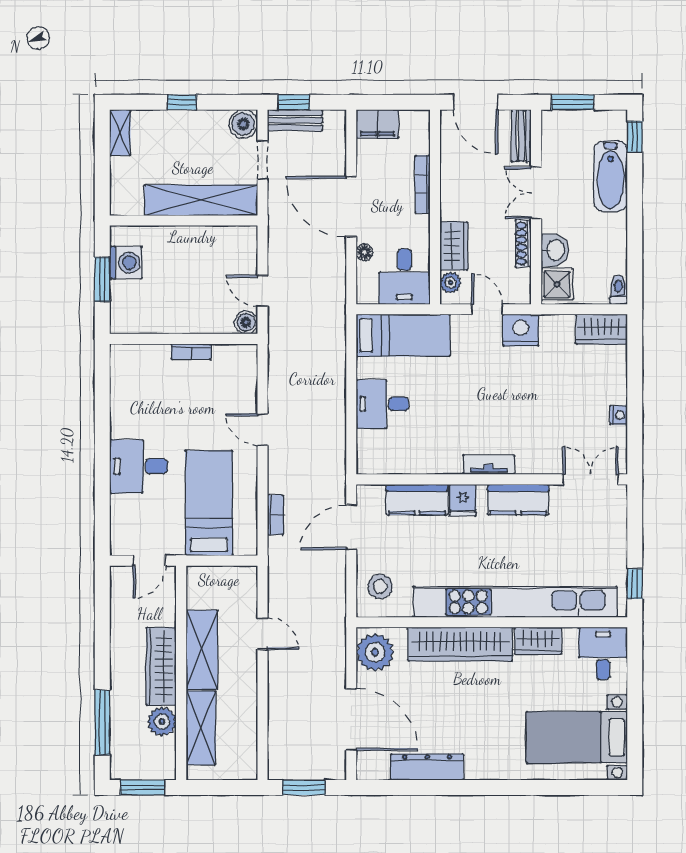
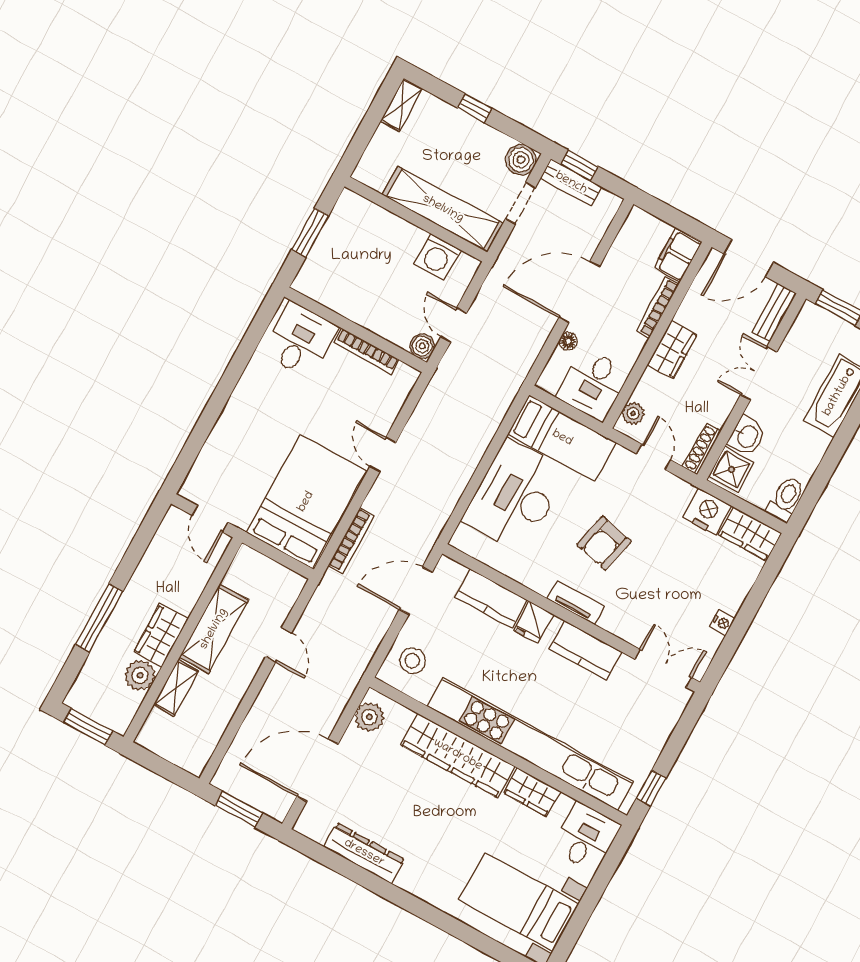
door: (476, 102) -> (749, 258), hinge flipped
filing cabinet: (377, 124) -> (678, 255), moved, turned 90
door: (351, 207) -> (579, 292), hinge flipped
shoe rack: (523, 244) -> (702, 449), moved
wardrobe: (454, 246) -> (672, 350), moved
washing machine: (126, 263) -> (437, 257), moved, turned 90
toilet: (618, 290) -> (786, 499), width x1.37, depth x1.39
nightstand: (521, 330) -> (707, 512), moved
bookcase: (191, 352) -> (366, 351), width x1.56
armchair: (485, 403) -> (604, 543), added
desk: (382, 404) -> (515, 496), width x1.87, depth x1.30
desk: (139, 466) -> (300, 340), moved, turned 90
bed: (209, 503) -> (306, 502), width x1.50
bookcase: (275, 515) -> (351, 541), width x1.56
door: (149, 561) -> (210, 519), hinge flipped
plant: (375, 652) -> (369, 717), width x0.73, depth x0.73
wardrobe: (161, 666) -> (161, 636), width x0.67
door: (351, 720) -> (318, 770), swing flipped
window: (102, 723) -> (99, 618), moved
shelving: (201, 728) -> (176, 688), width x0.67, depth x0.75

